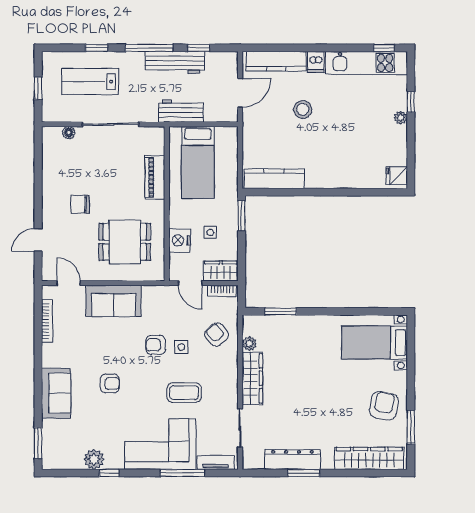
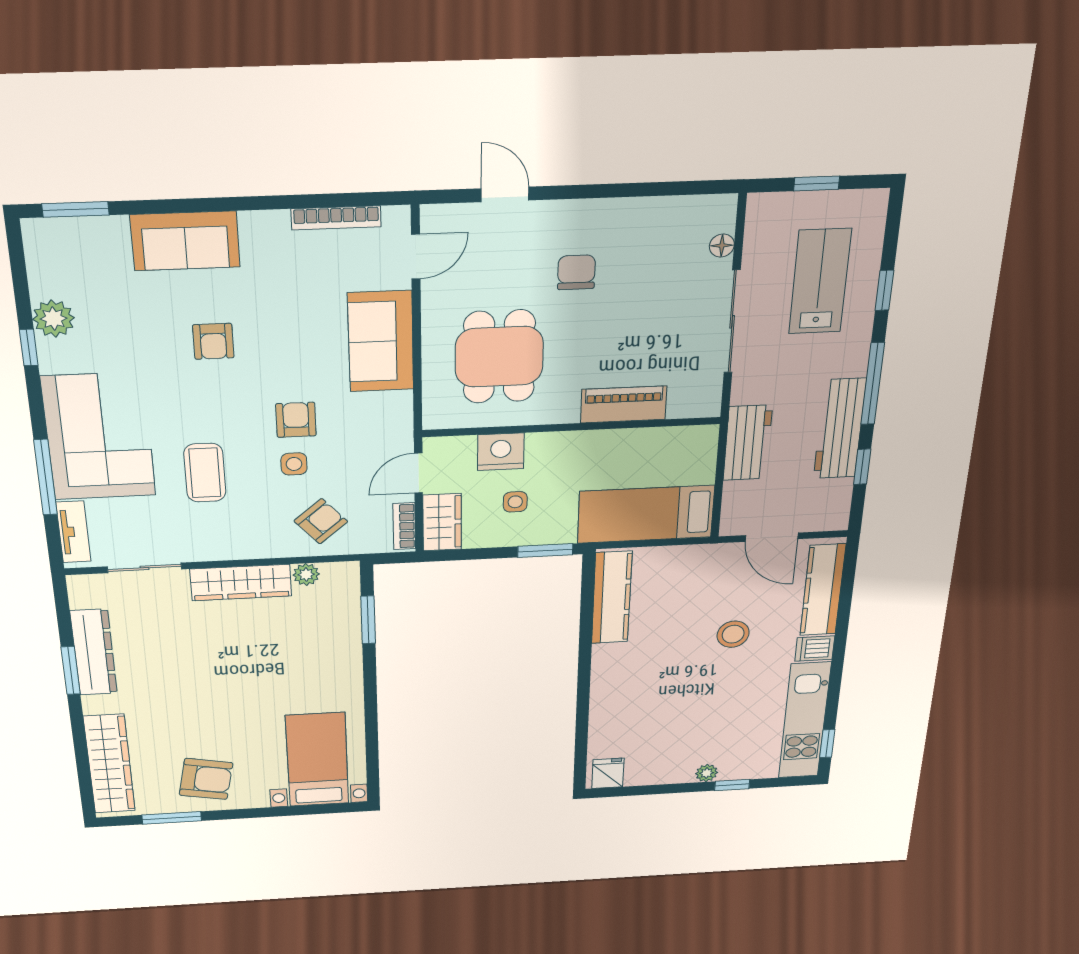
bed: (198, 162) -> (646, 514), moved

